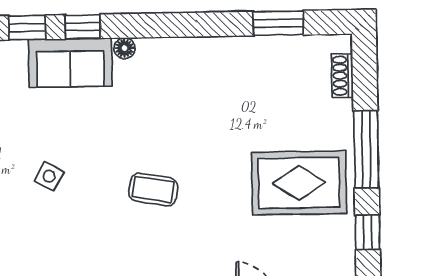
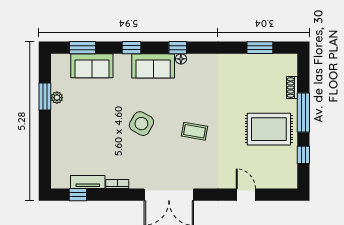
window: (83, 27) -> (178, 48), moved
shoe rack: (342, 76) -> (292, 88), moved
side table: (49, 176) -> (141, 124), width x1.87, depth x1.87

